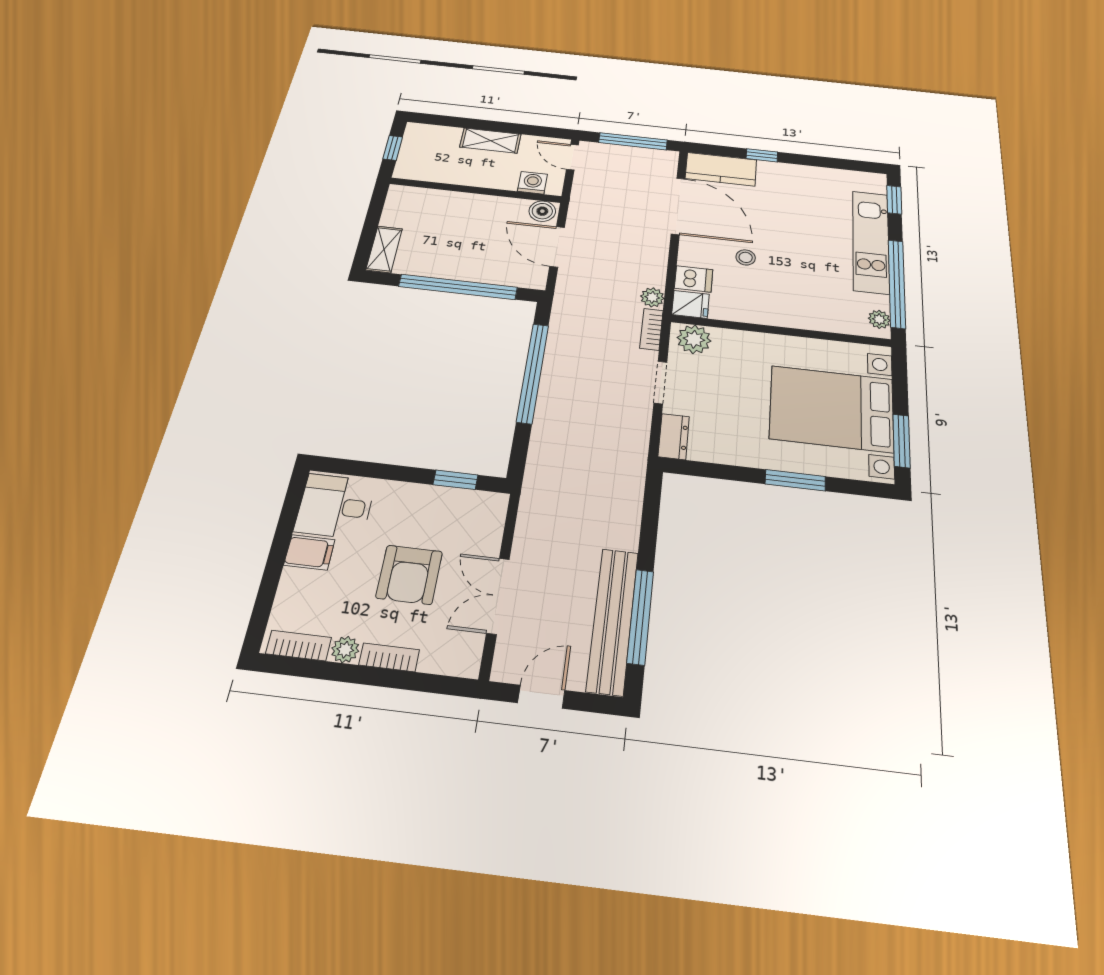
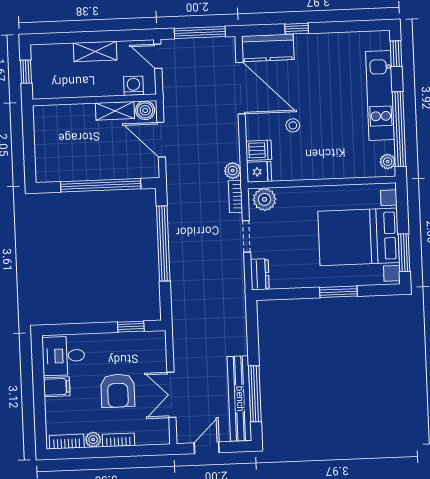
shelving: (384, 249) -> (115, 111), moved, turned 90

